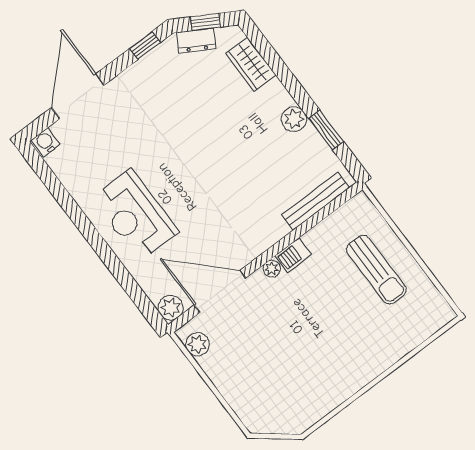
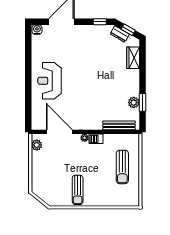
plant: (294, 119) -> (134, 103), moved
plant: (171, 308) -> (37, 124), removed
sun lounger: (328, 369) -> (78, 190), added

